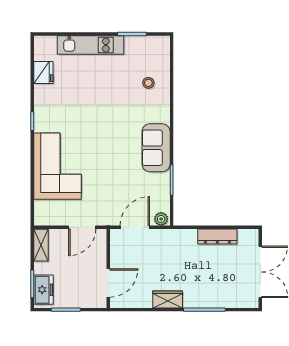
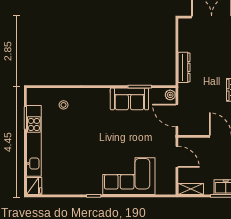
kitchen unit: (91, 45) -> (34, 141), width x1.36
fridge: (43, 72) -> (34, 186), moved, turned 90
sofa: (156, 148) -> (129, 99), moved
dresser: (217, 236) -> (184, 67), moved

